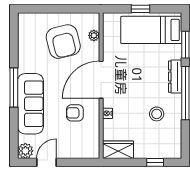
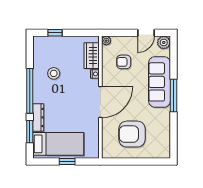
plant: (94, 35) -> (106, 41), moved
armchair: (63, 42) -> (132, 134), turned -76
dresser: (175, 77) -> (38, 117), moved
armchair: (75, 113) -> (124, 62), moved, turned 180
wardrobe: (118, 150) -> (92, 56), moved, turned 90

